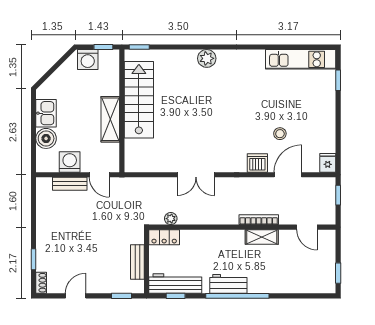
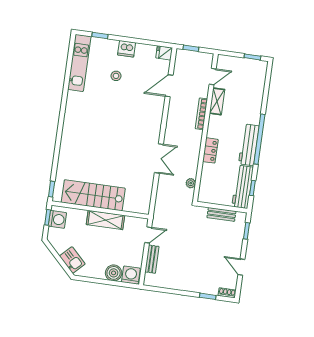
plant: (207, 58) -> (68, 137), removed
washing machine: (88, 60) -> (57, 219), moved
kitchen sink: (46, 113) -> (72, 260), moved, turned 45
stool: (280, 134) -> (116, 76), moved
washing machine: (70, 162) -> (131, 275), moved, turned 90
dishwasher: (257, 163) -> (127, 49), moved, turned -90
door: (288, 175) -> (169, 86), hinge flipped
locker: (164, 237) -> (210, 150), moved
shelving: (262, 237) -> (217, 101), moved
workbench: (228, 284) -> (249, 145), width x1.38

